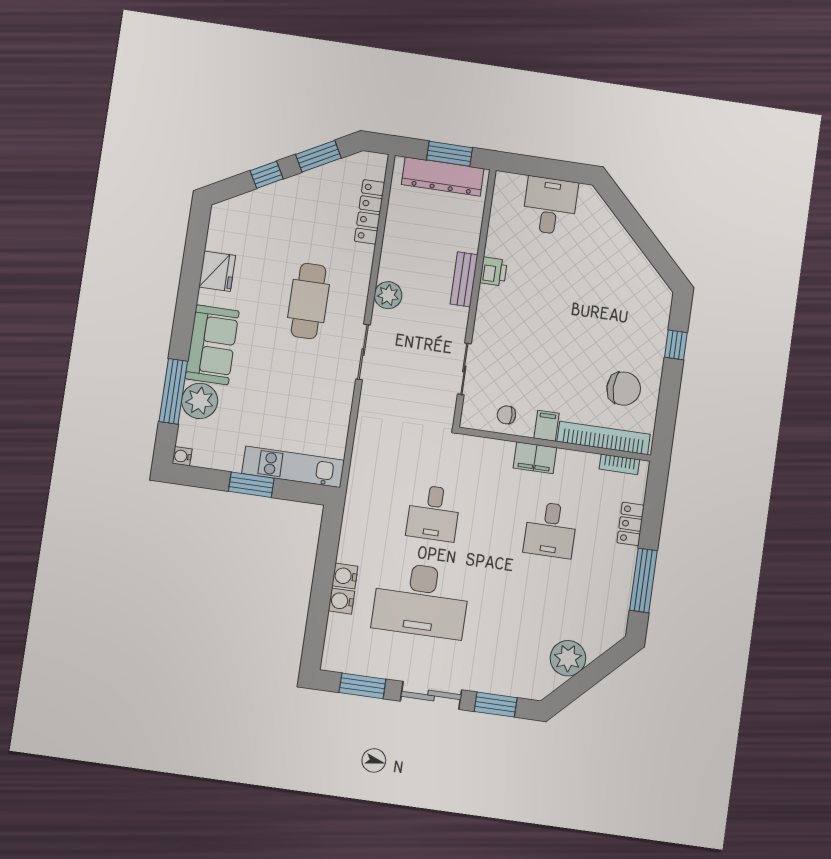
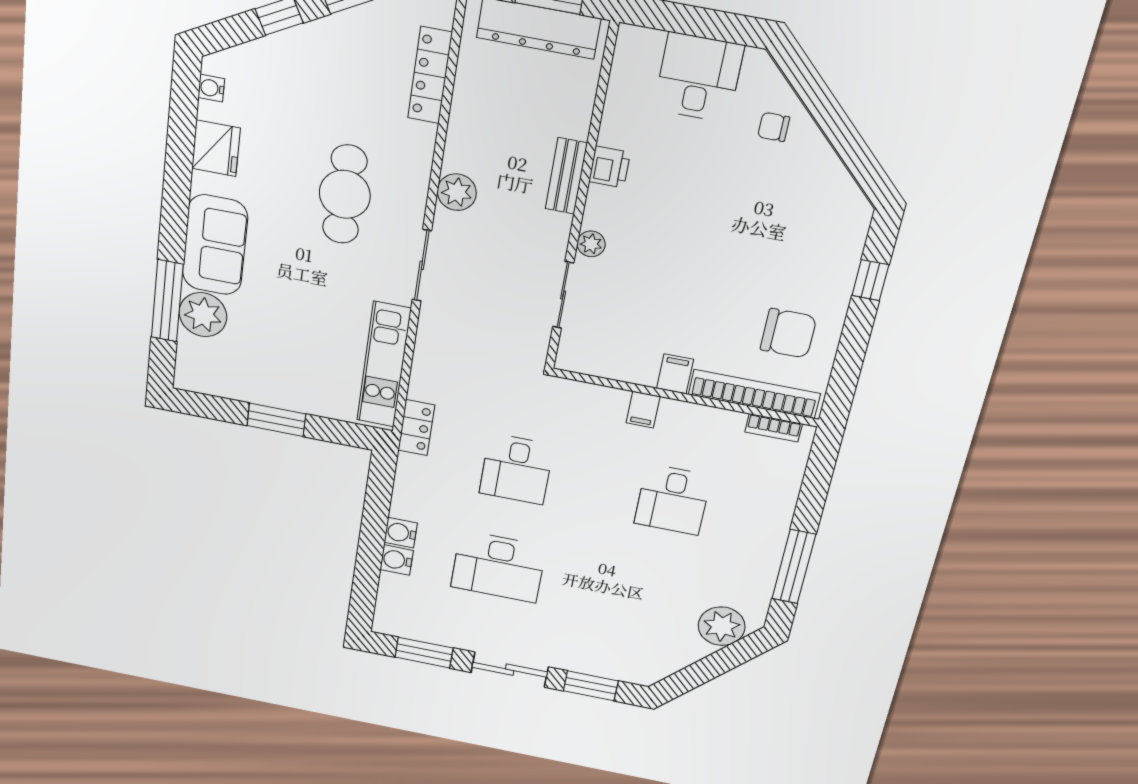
plant: (483, 329) -> (591, 244), added
chair: (506, 415) -> (774, 127), moved
water cooler: (182, 456) -> (211, 88), moved
filing cabinet: (535, 458) -> (643, 410), width x0.50
kitchen unit: (293, 467) -> (384, 365), moved, turned -90
locker: (631, 524) -> (416, 428), moved, turned 180
desk: (421, 600) -> (498, 567), width x0.73, depth x0.77
plant: (568, 658) -> (722, 626), moved

